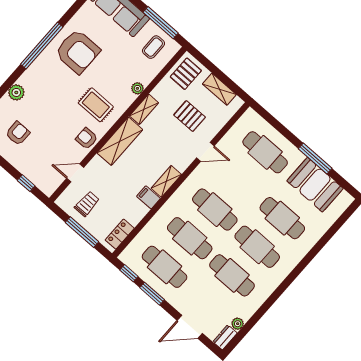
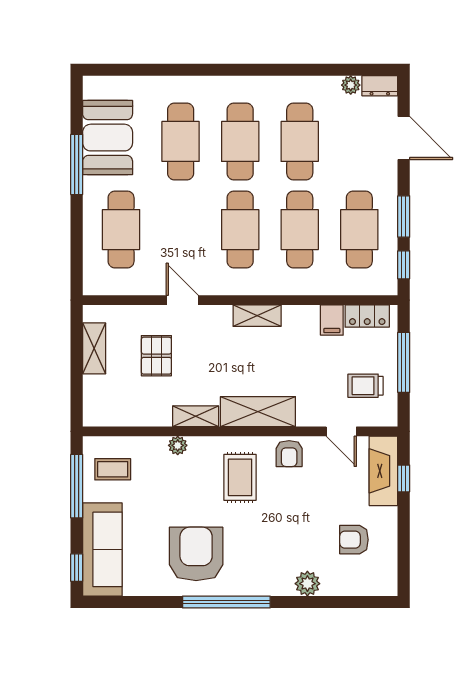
pallet: (186, 74) -> (111, 404), removed
fireplace: (38, 177) -> (383, 471), added
filing cabinet: (148, 197) -> (332, 320), moved

